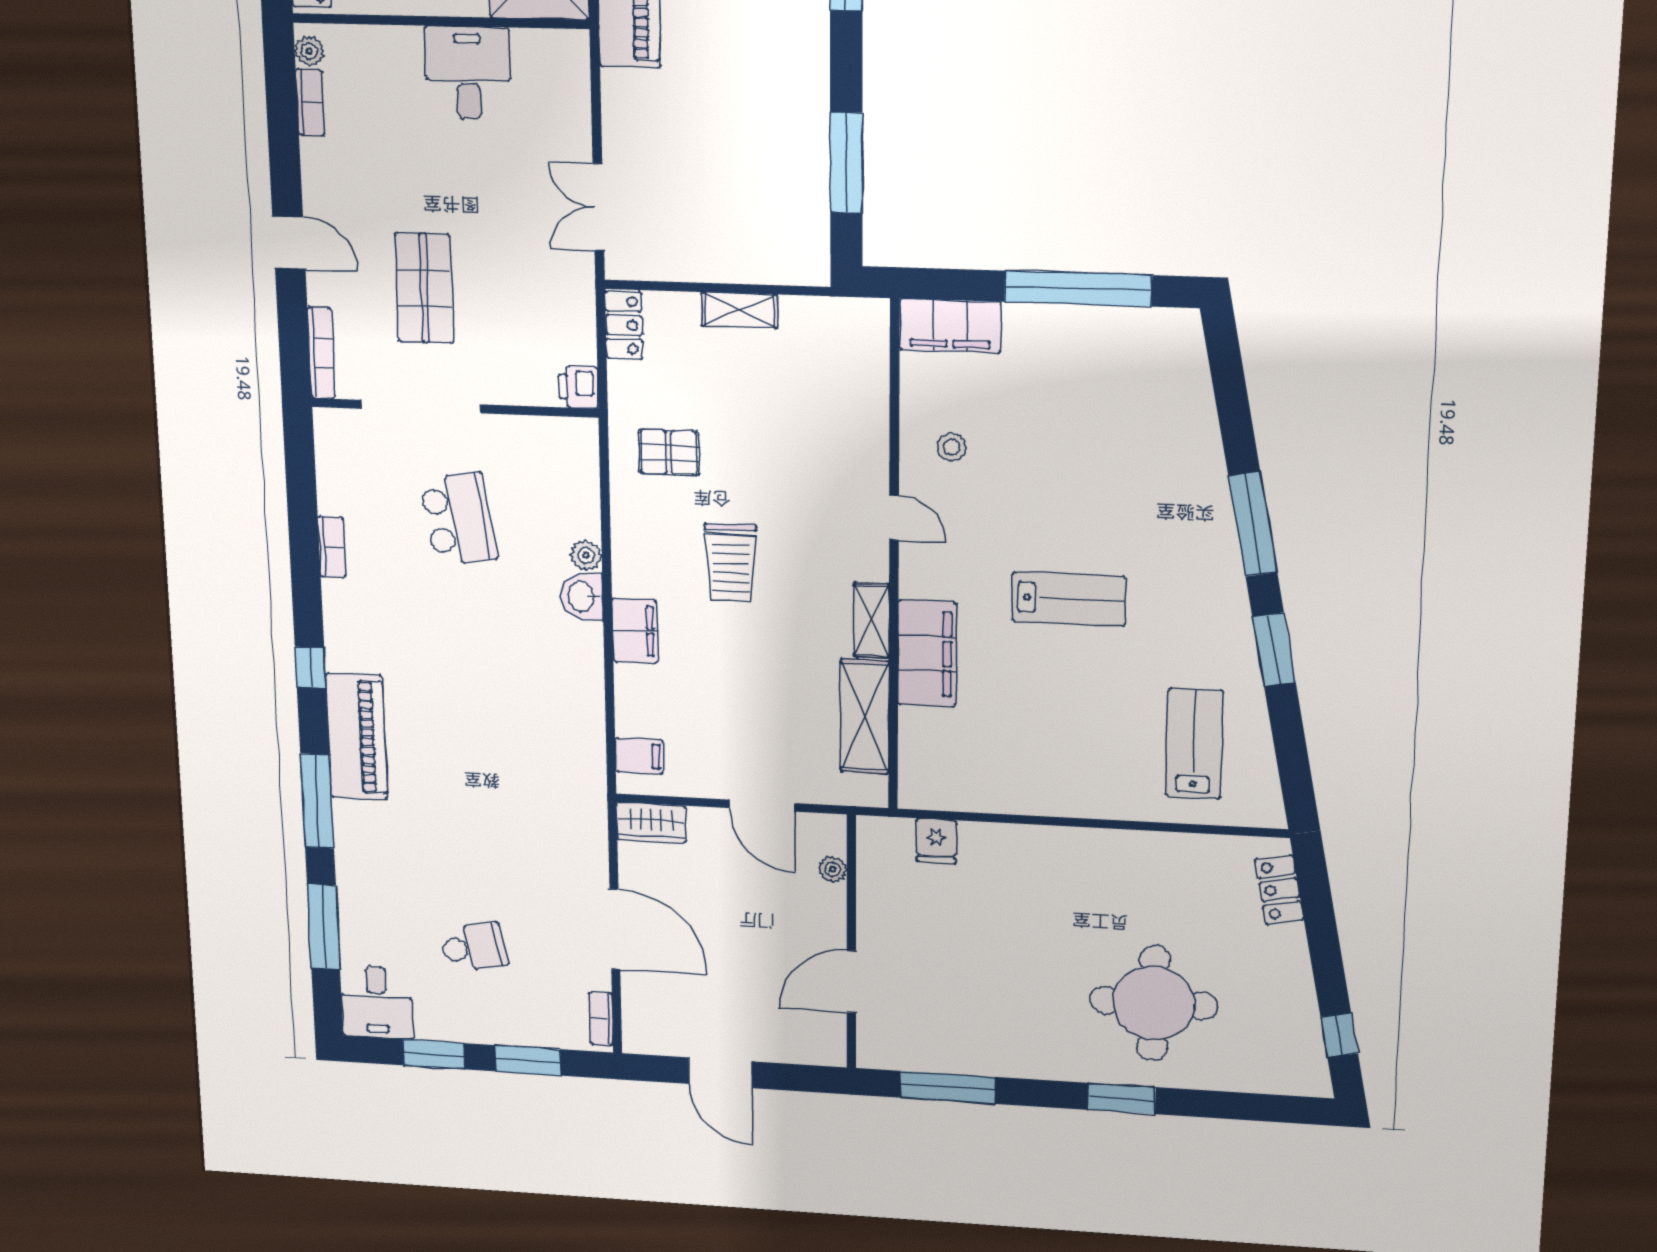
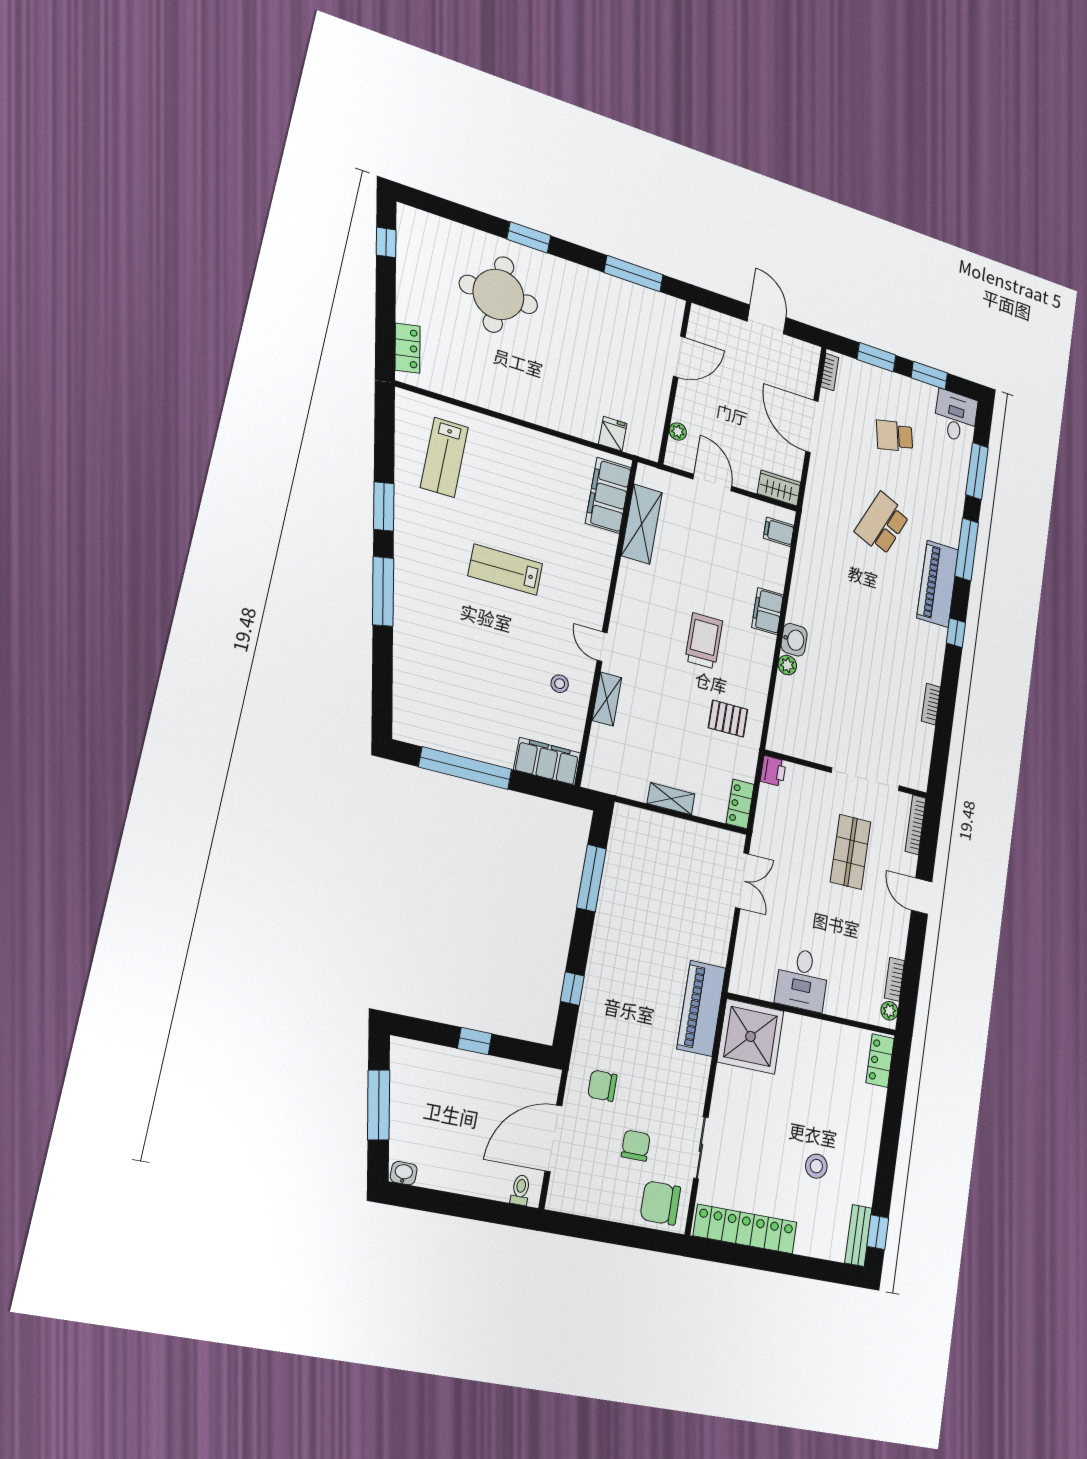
school desk: (458, 519) -> (882, 523), moved, turned 33
shelving: (871, 620) -> (607, 699), moved
filing cabinet: (927, 653) -> (608, 495), moved

